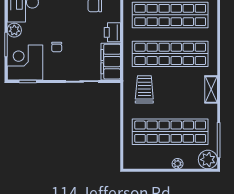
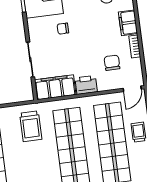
trolley: (144, 89) -> (31, 126), turned 90

